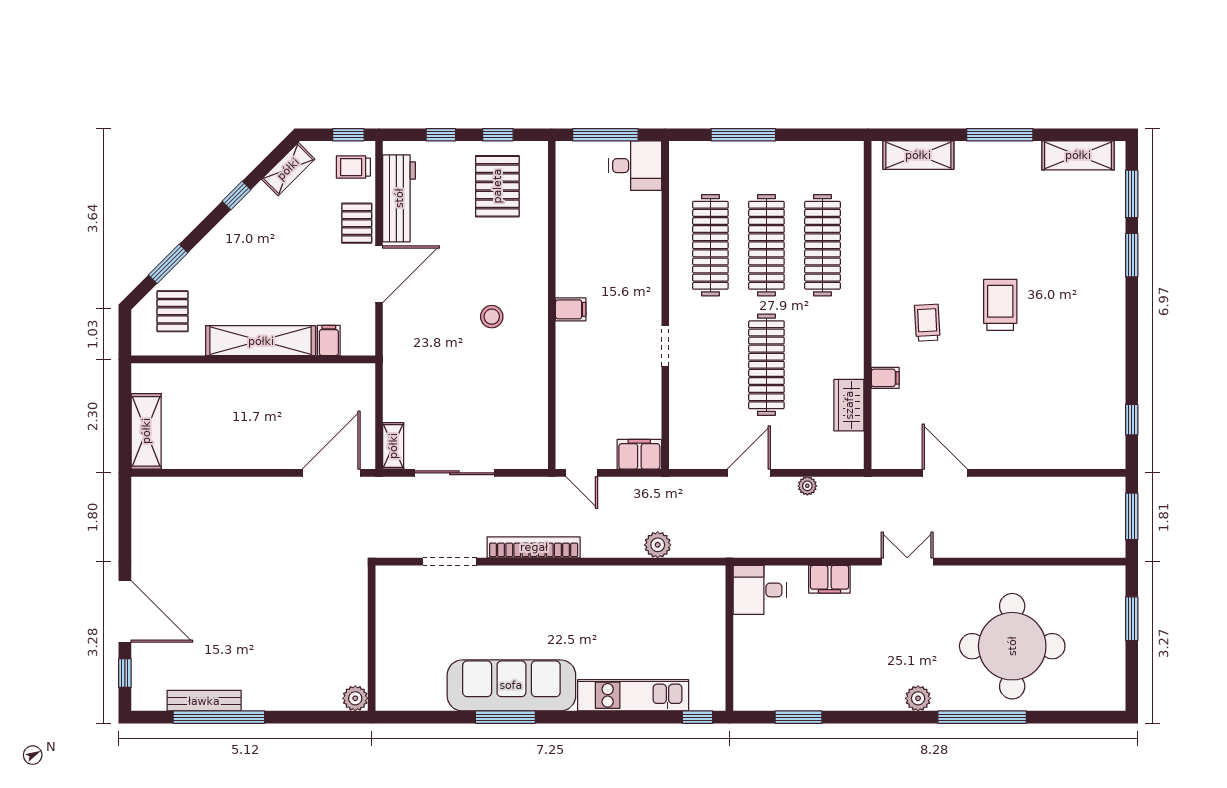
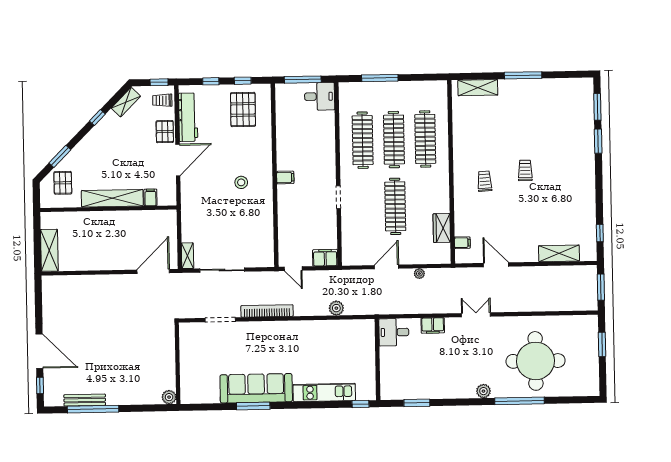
shelving: (1078, 155) -> (559, 253), moved
trolley: (1000, 305) -> (525, 170), width x0.73, depth x0.72
filing cabinet: (885, 378) -> (462, 243), moved

